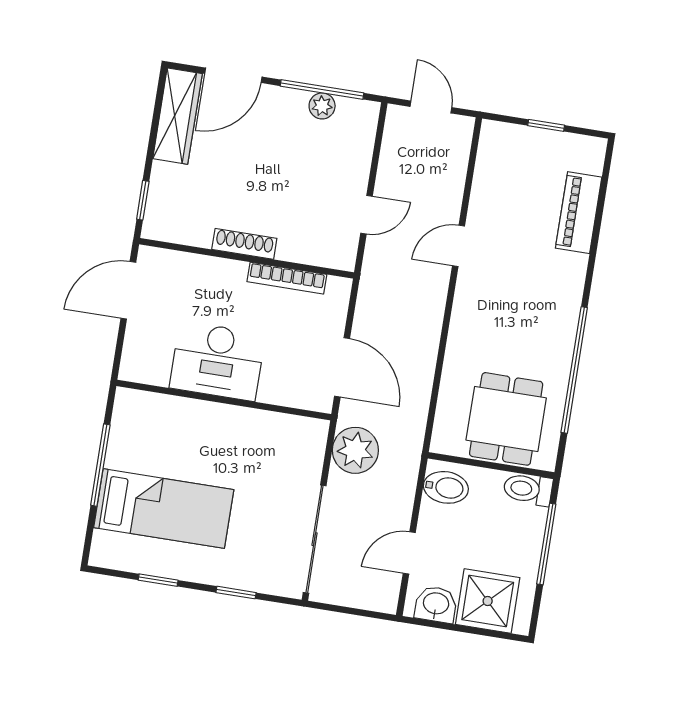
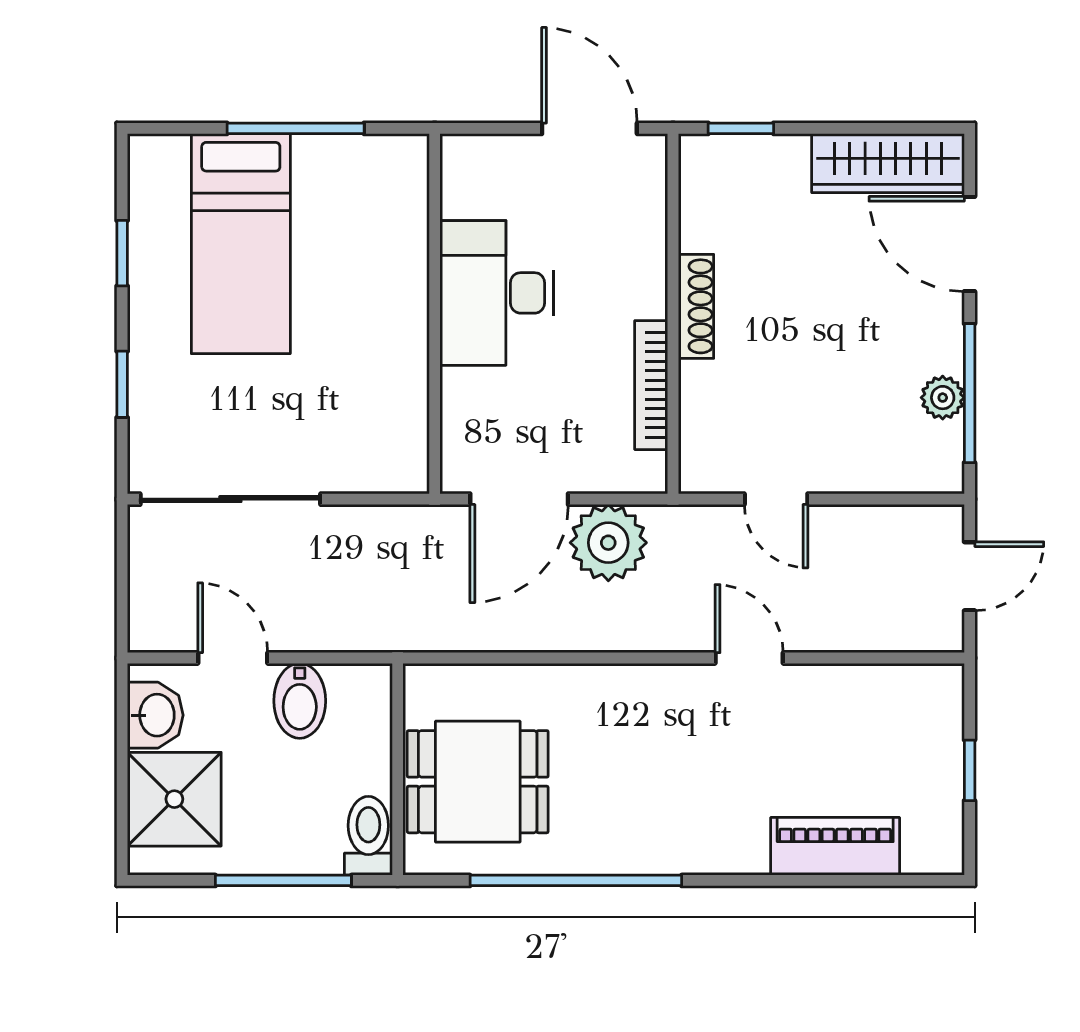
plant: (355, 450) -> (608, 543), moved
bidet: (446, 487) -> (300, 701), moved

